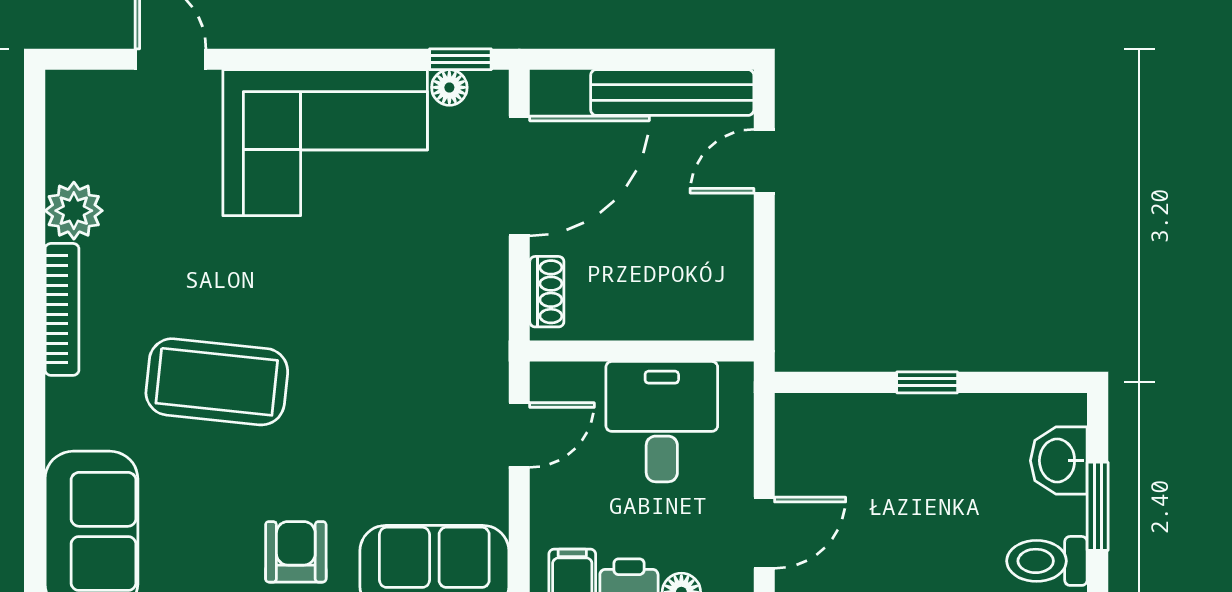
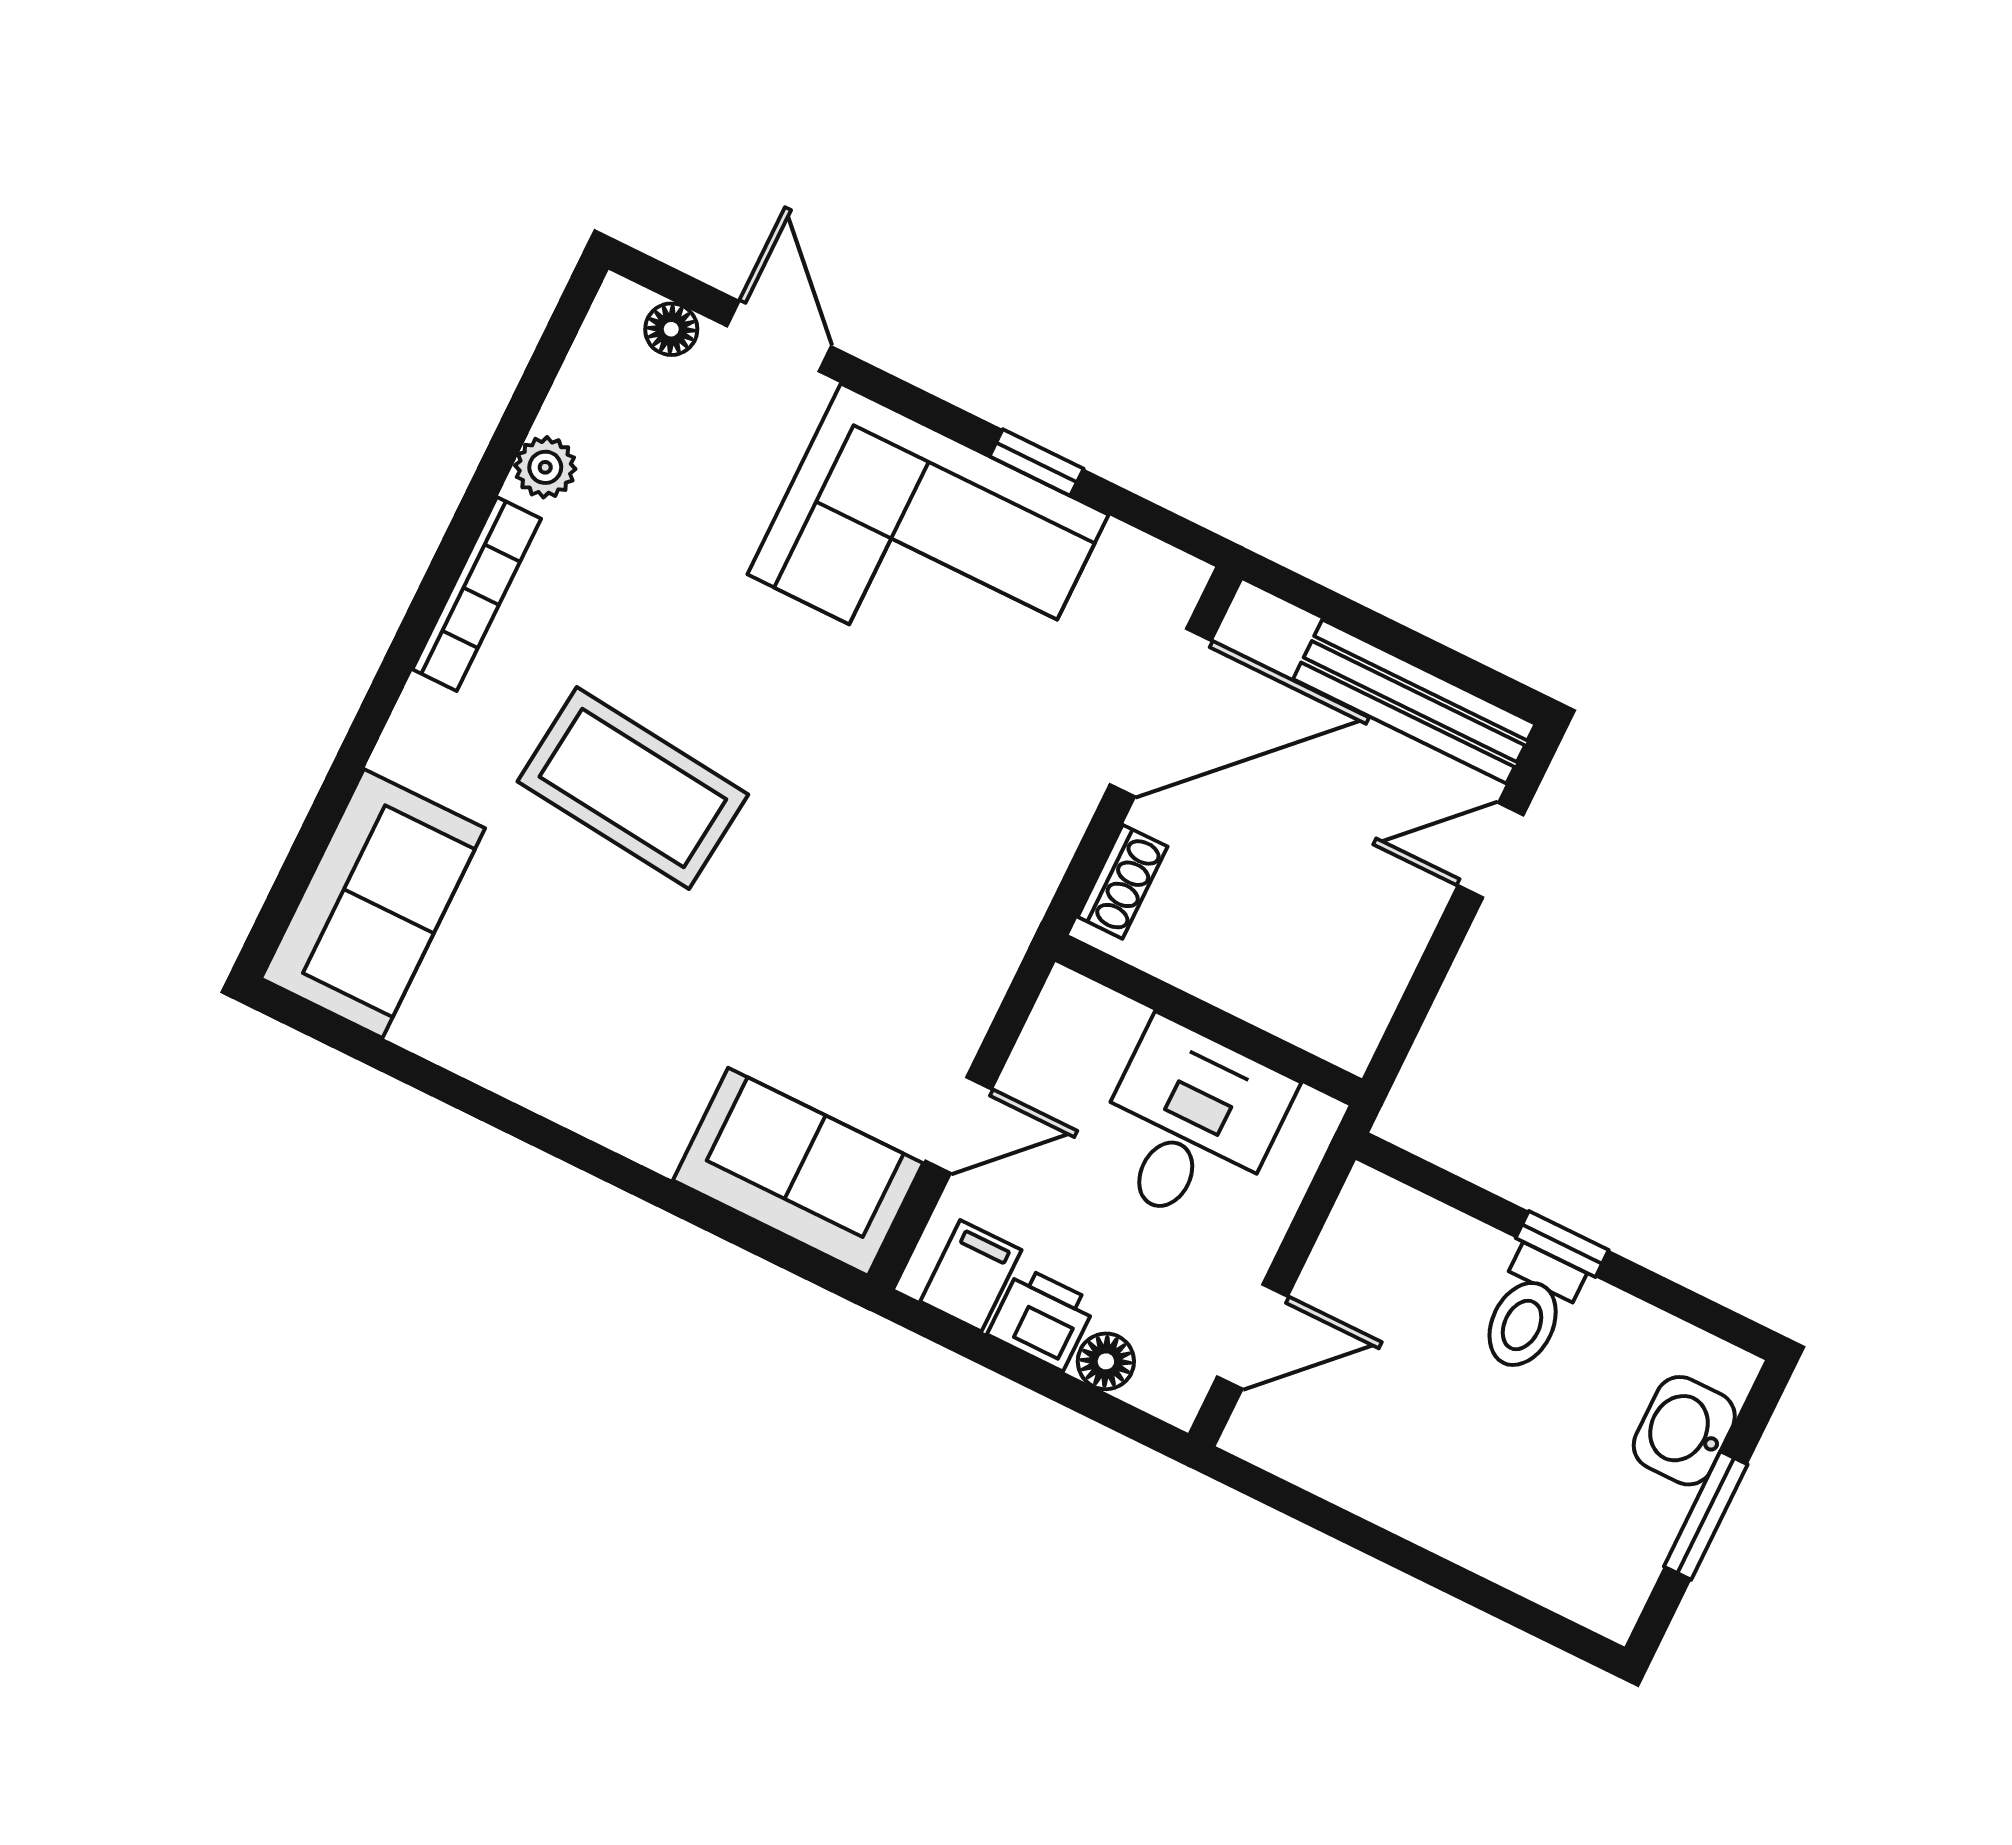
window: (460, 59) -> (1037, 462), moved
floor lamp: (449, 87) -> (671, 329), moved
plant: (74, 211) -> (545, 467), width x0.73, depth x0.73
door: (519, 435) -> (959, 1125), moved
armchair: (296, 552) -> (627, 1061), removed
toilet: (1047, 561) -> (1529, 1310), moved, turned -90

